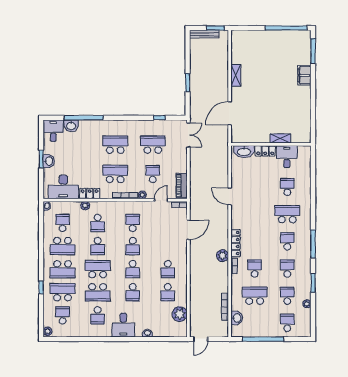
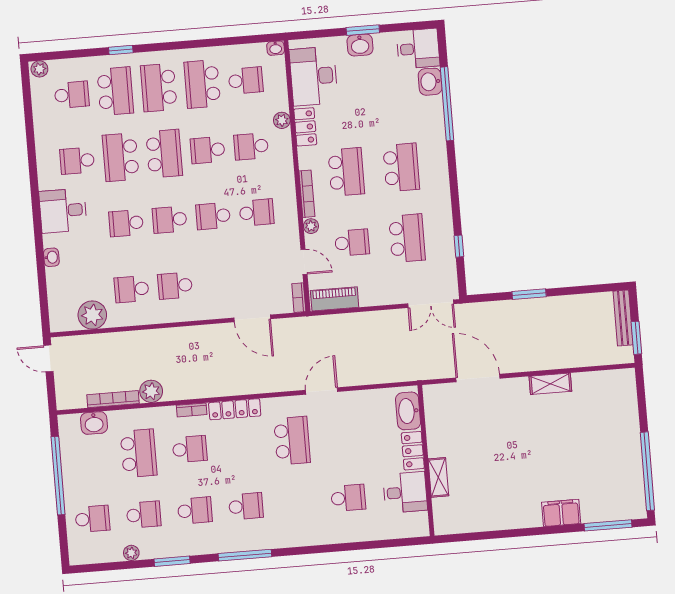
school desk: (287, 214) -> (292, 441), moved
plant: (222, 256) -> (151, 391), moved

